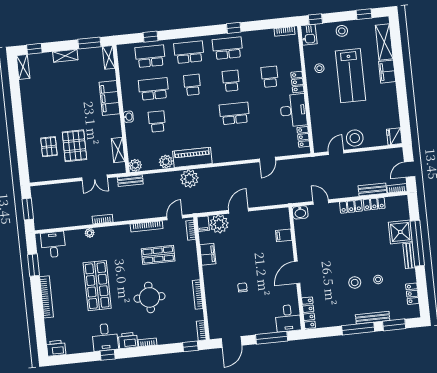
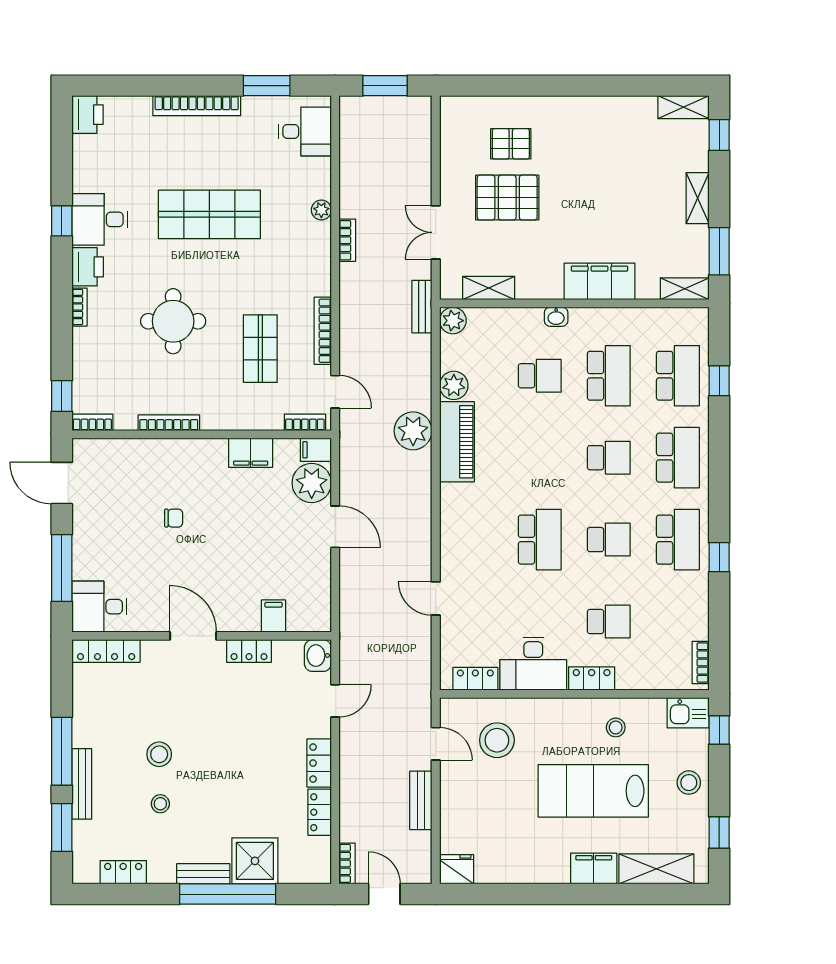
stool: (355, 138) -> (497, 740), moved
bench: (372, 190) -> (421, 800), moved
locker: (301, 245) -> (249, 651), added

